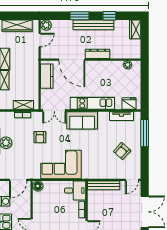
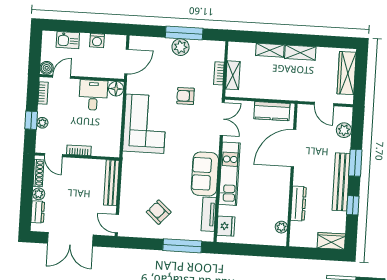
plant: (46, 25) -> (344, 130), moved
dresser: (98, 54) -> (298, 203), moved
double door: (54, 111) -> (222, 119), swing flipped
sofa: (82, 120) -> (205, 174), moved
door: (18, 180) -> (127, 62), swing flipped
desk: (75, 191) -> (93, 95), moved, turned 180

